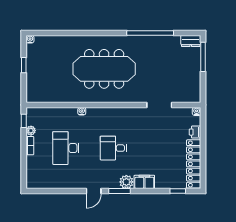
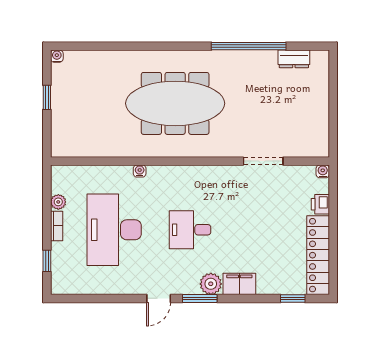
dresser: (191, 41) -> (294, 59), moved
window: (203, 57) -> (333, 84), removed
window: (24, 121) -> (47, 261), moved
desk: (66, 148) -> (114, 230), width x1.36, depth x1.30

